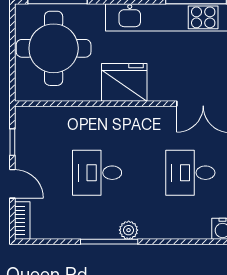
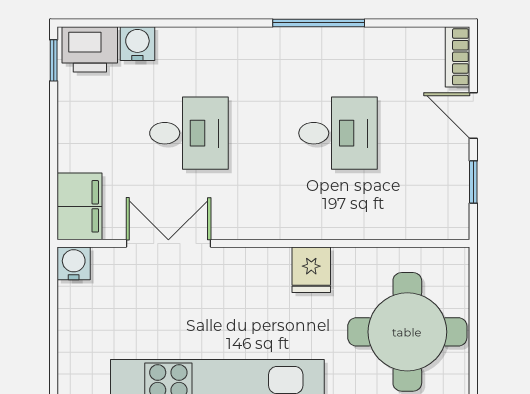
fridge: (124, 82) -> (311, 270), width x0.53, depth x0.75
plant: (129, 230) -> (288, 41), removed

